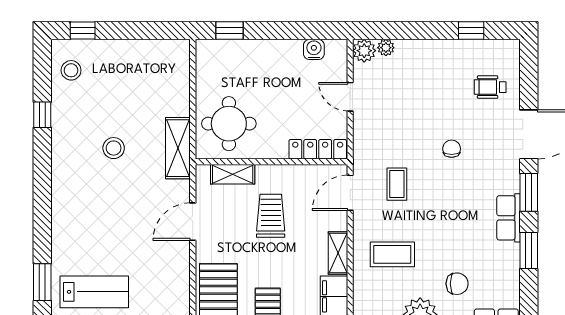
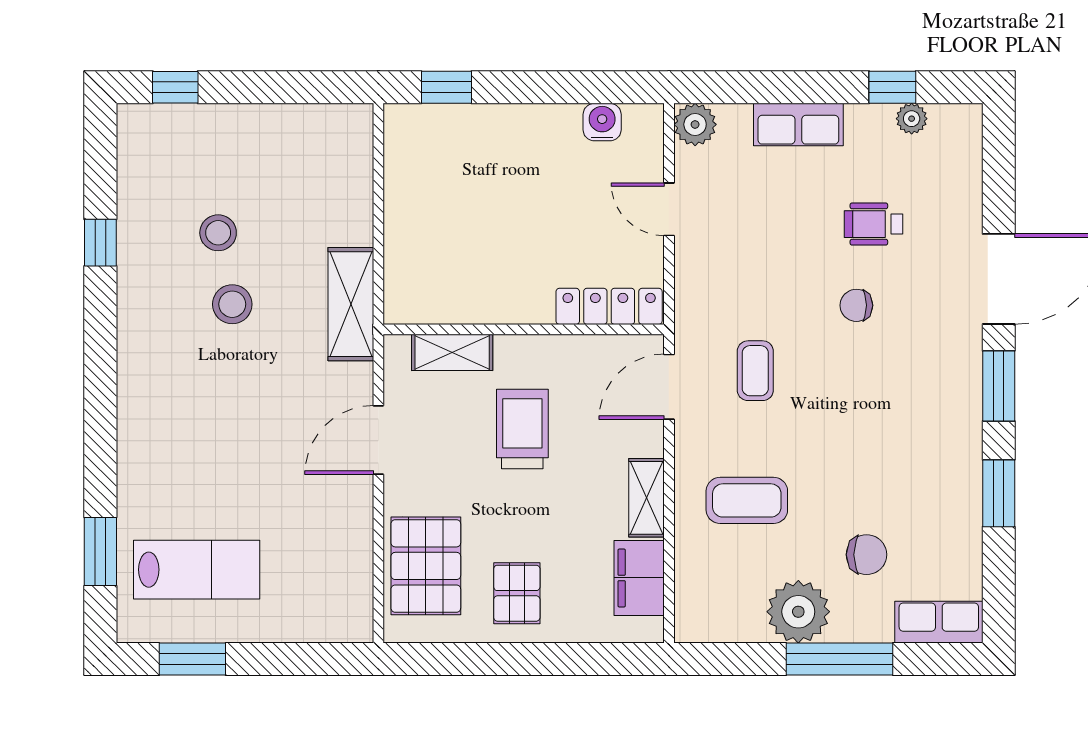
plant: (386, 48) -> (912, 119), moved
stool: (71, 70) -> (218, 233), moved
wheelchair: (490, 87) -> (874, 224), moved
round table: (229, 124) -> (445, 259), removed
chair: (452, 149) -> (856, 305), turned -90
row of seats: (508, 218) -> (798, 125), moved, turned -90

